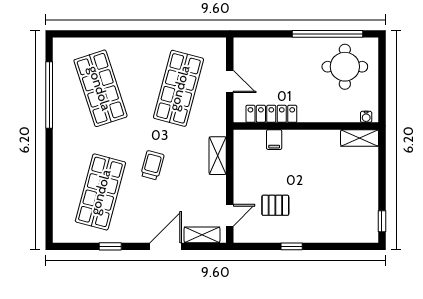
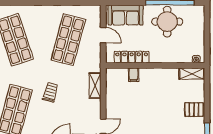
sofa: (262, 52) -> (126, 15), added
round table: (345, 67) -> (167, 22), moved
pallet: (275, 205) -> (194, 110), moved

